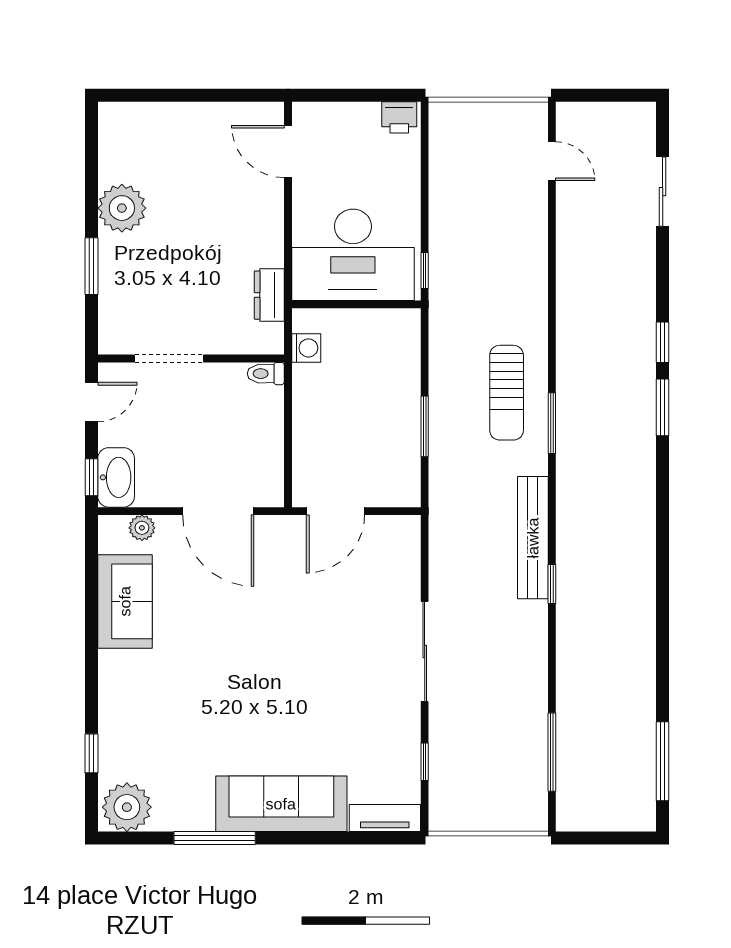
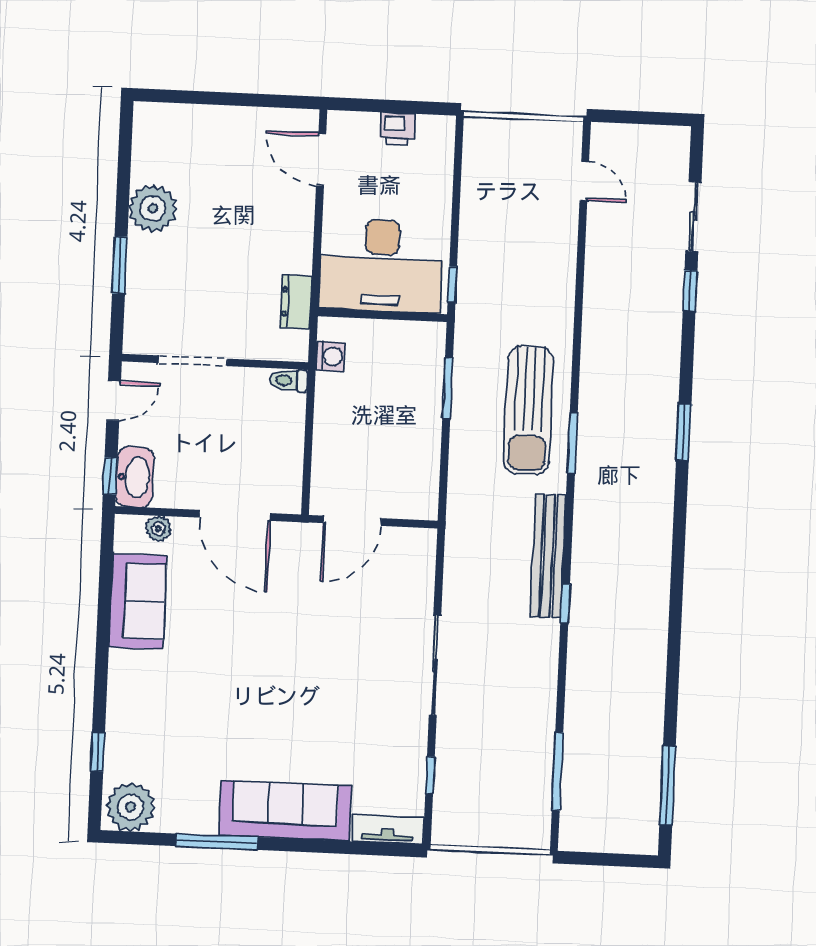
printer: (399, 117) -> (397, 129), moved
window: (663, 342) -> (690, 291), moved
sun lounger: (507, 393) -> (529, 410), width x1.36, depth x1.34
window: (425, 426) -> (448, 388), moved

